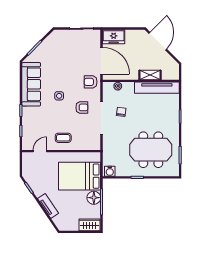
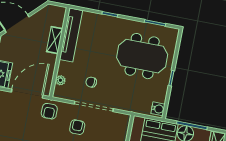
meeting table: (151, 150) -> (142, 56), turned 90

